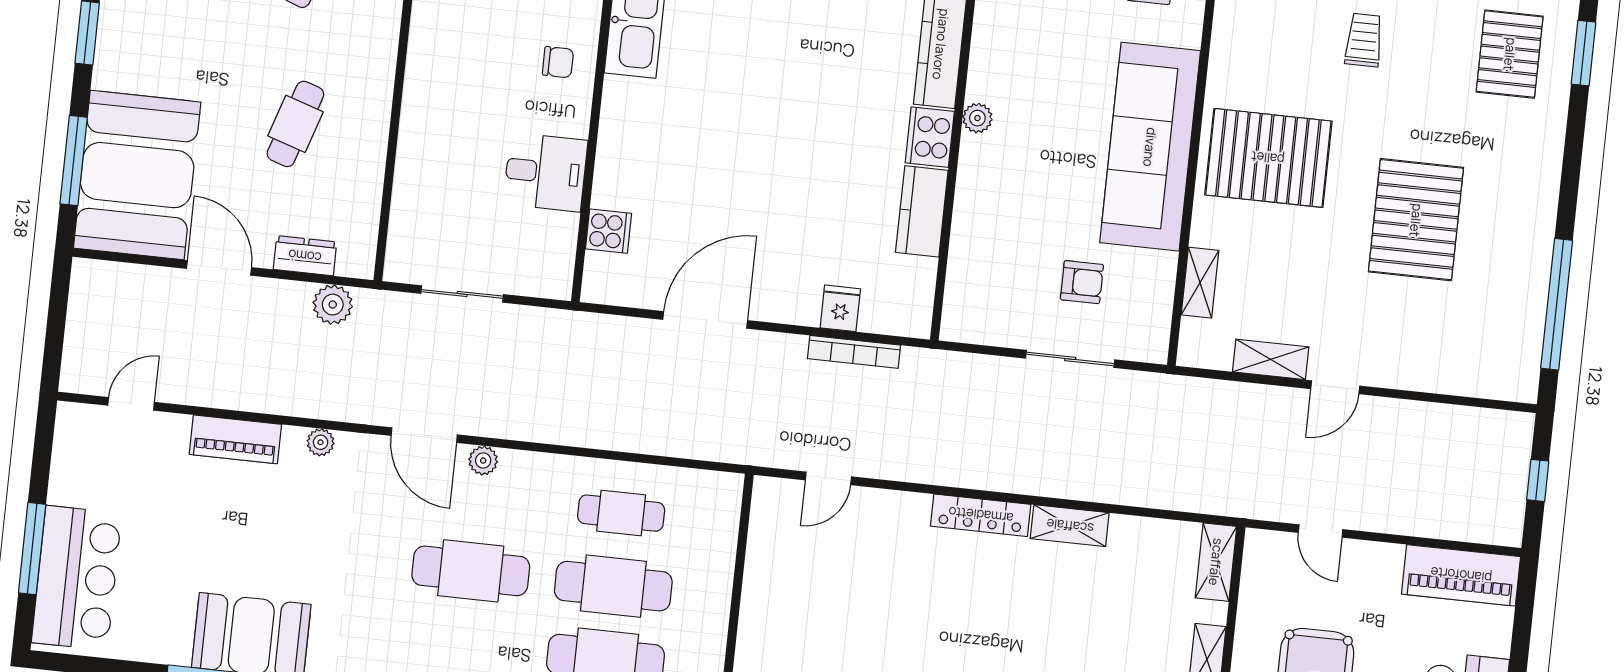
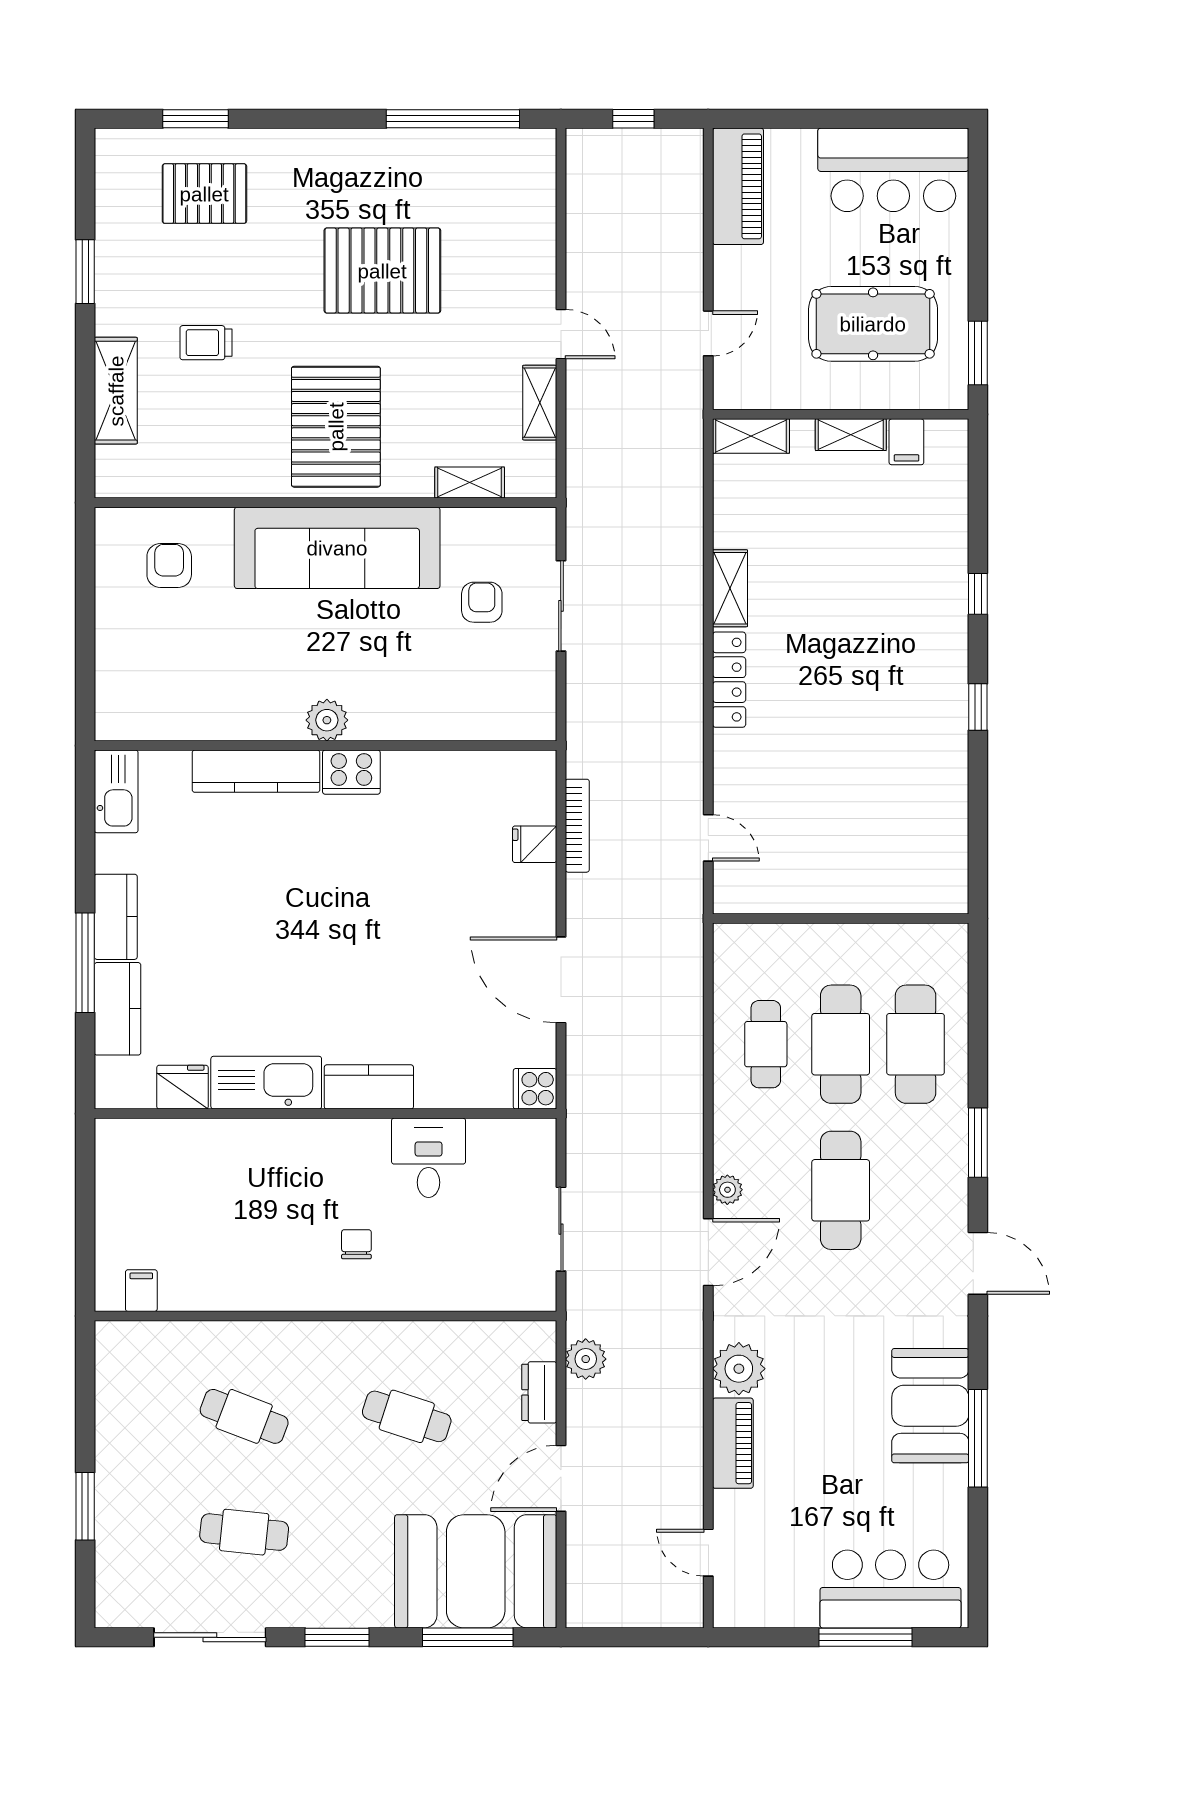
chair: (558, 62) -> (356, 1244), moved
plant: (977, 118) -> (327, 720), width x1.38, depth x1.38
kitchen counter: (922, 211) -> (369, 1087), moved, turned 180
cooker: (608, 231) -> (535, 1089), moved, turned -90
plant: (321, 442) -> (739, 1369), width x1.88, depth x1.88

